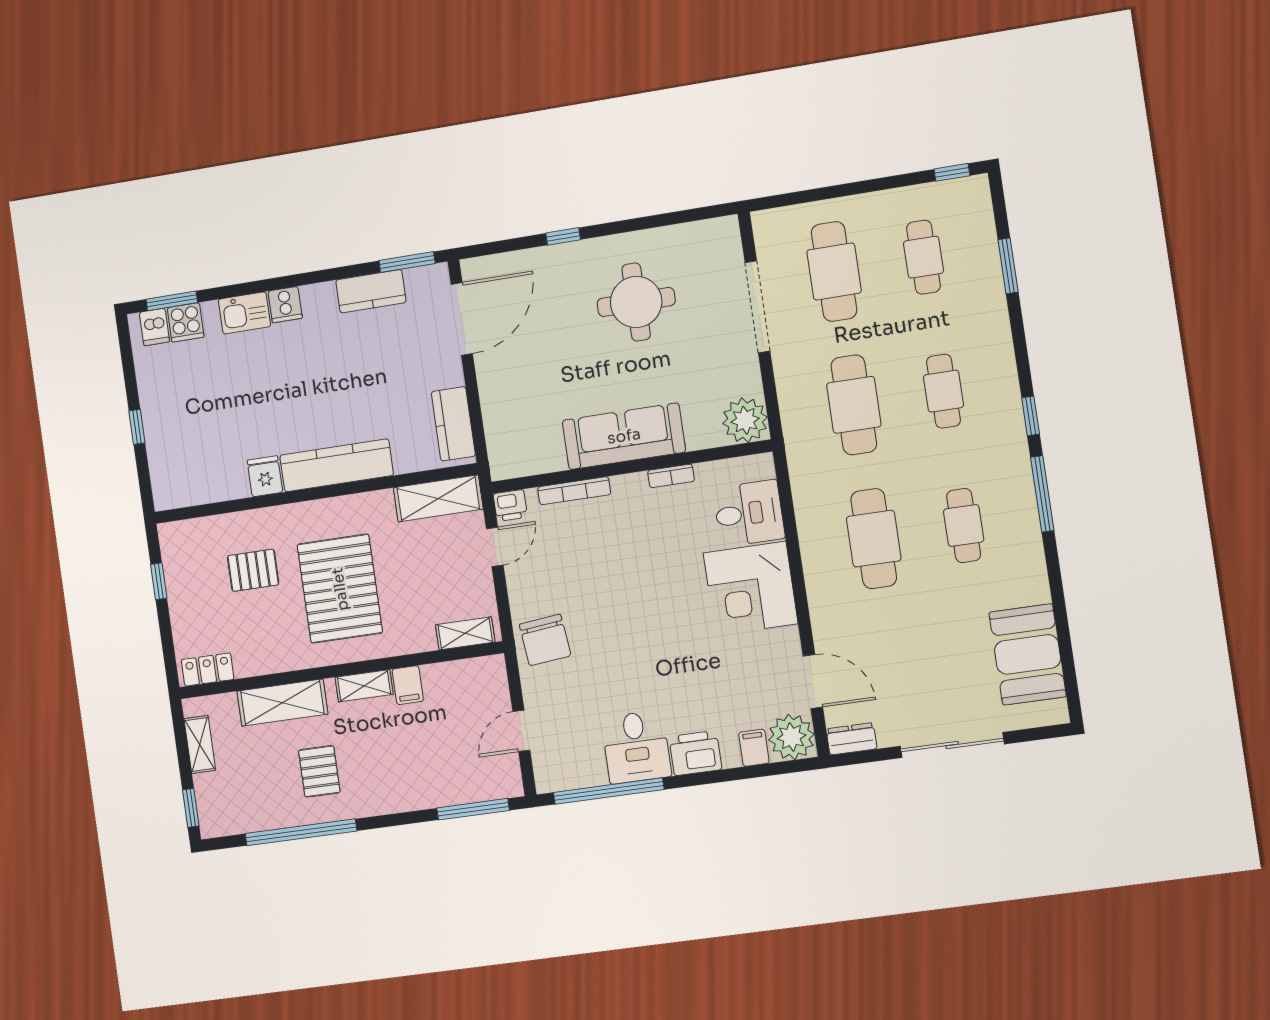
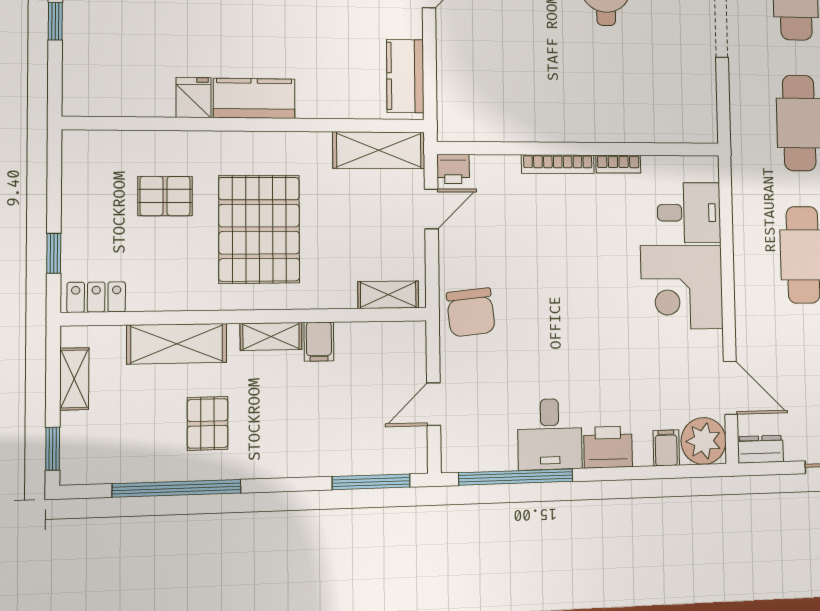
plant: (745, 420) -> (696, 121), removed
sofa: (624, 436) -> (577, 117), removed
kitchen counter: (337, 465) -> (254, 98), width x0.67
bookcase: (574, 491) -> (558, 164), moved
window: (159, 581) -> (54, 253), moved

